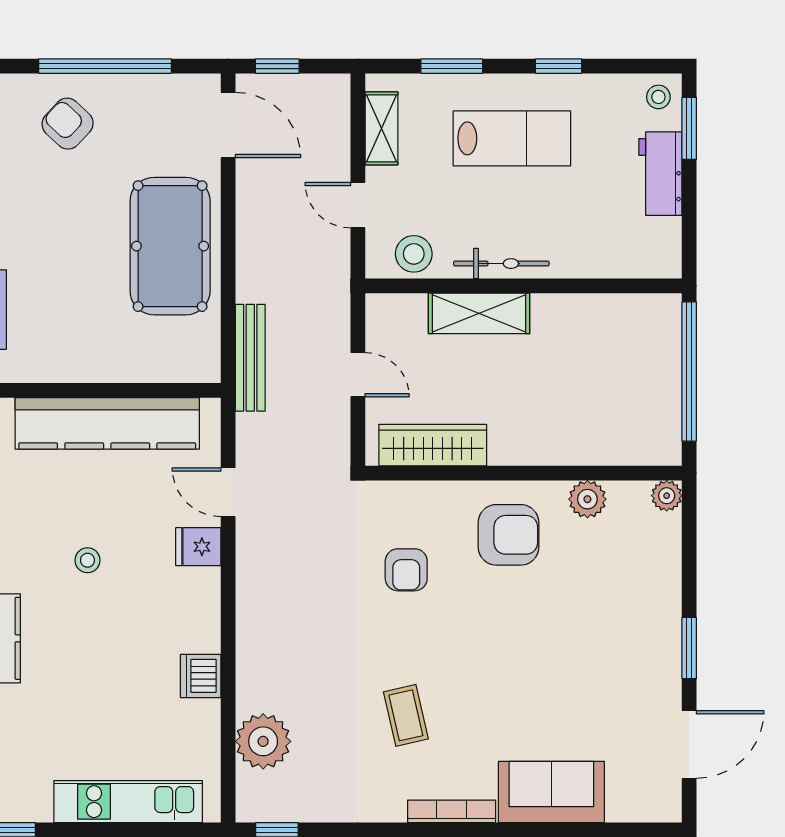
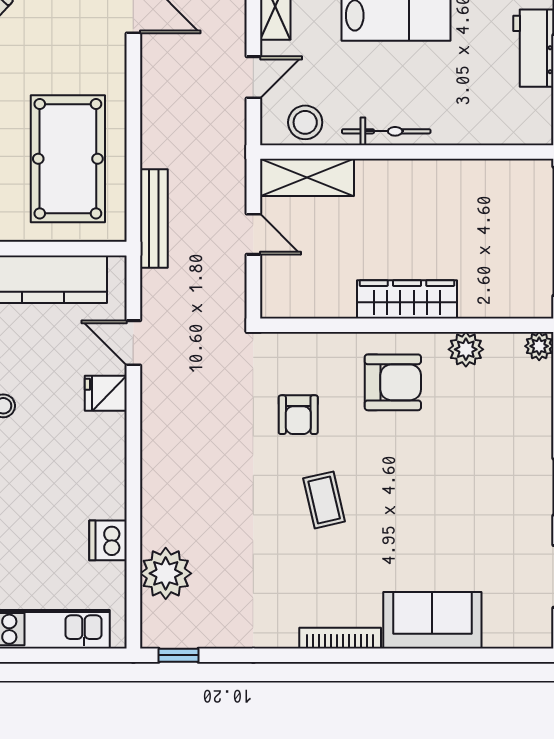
door: (358, 205) -> (253, 77), swing flipped
pool table: (170, 246) -> (68, 159), moved
shelving: (479, 313) -> (307, 177), moved
wardrobe: (433, 445) -> (407, 299), moved
dishwasher: (201, 676) -> (108, 540), moved
coffee table: (406, 715) -> (324, 500), moved

